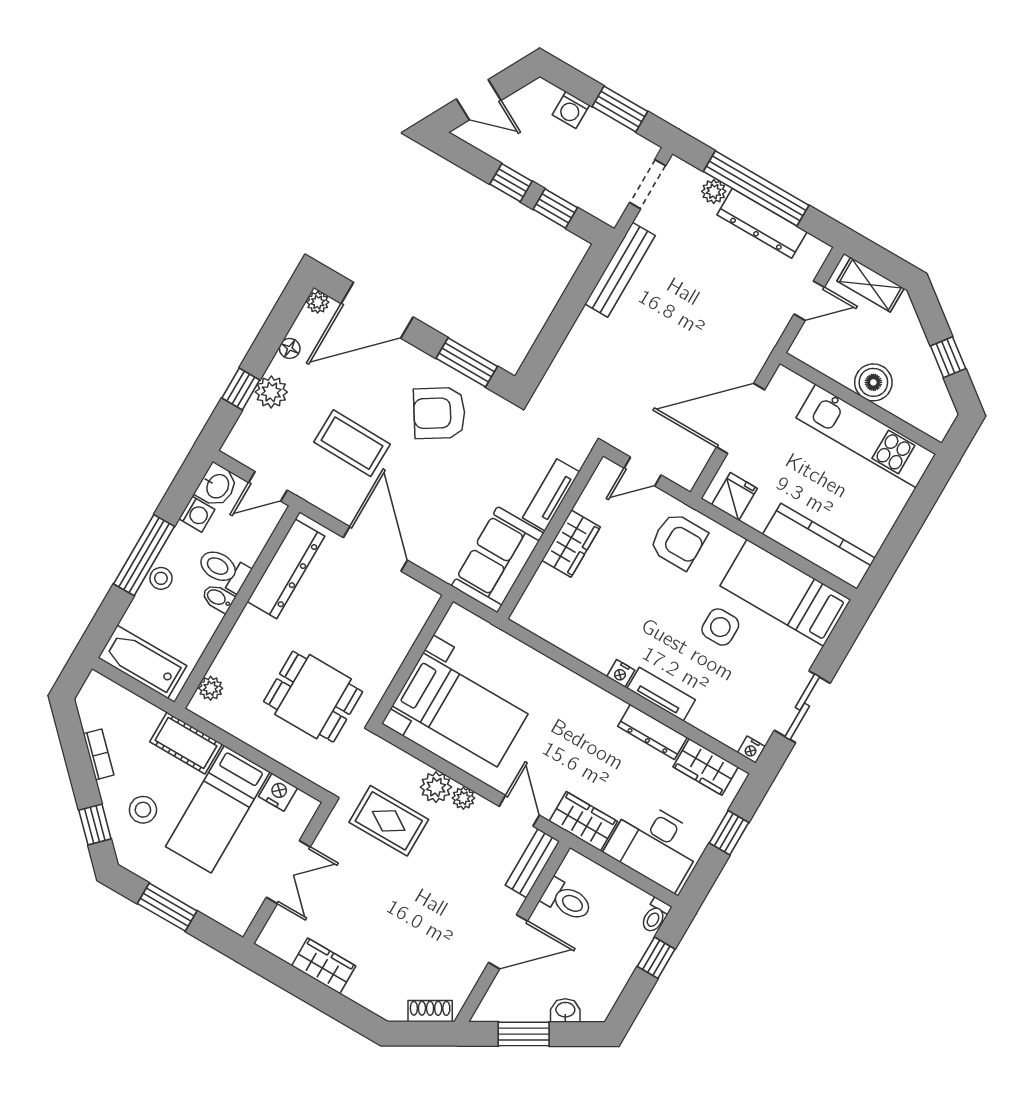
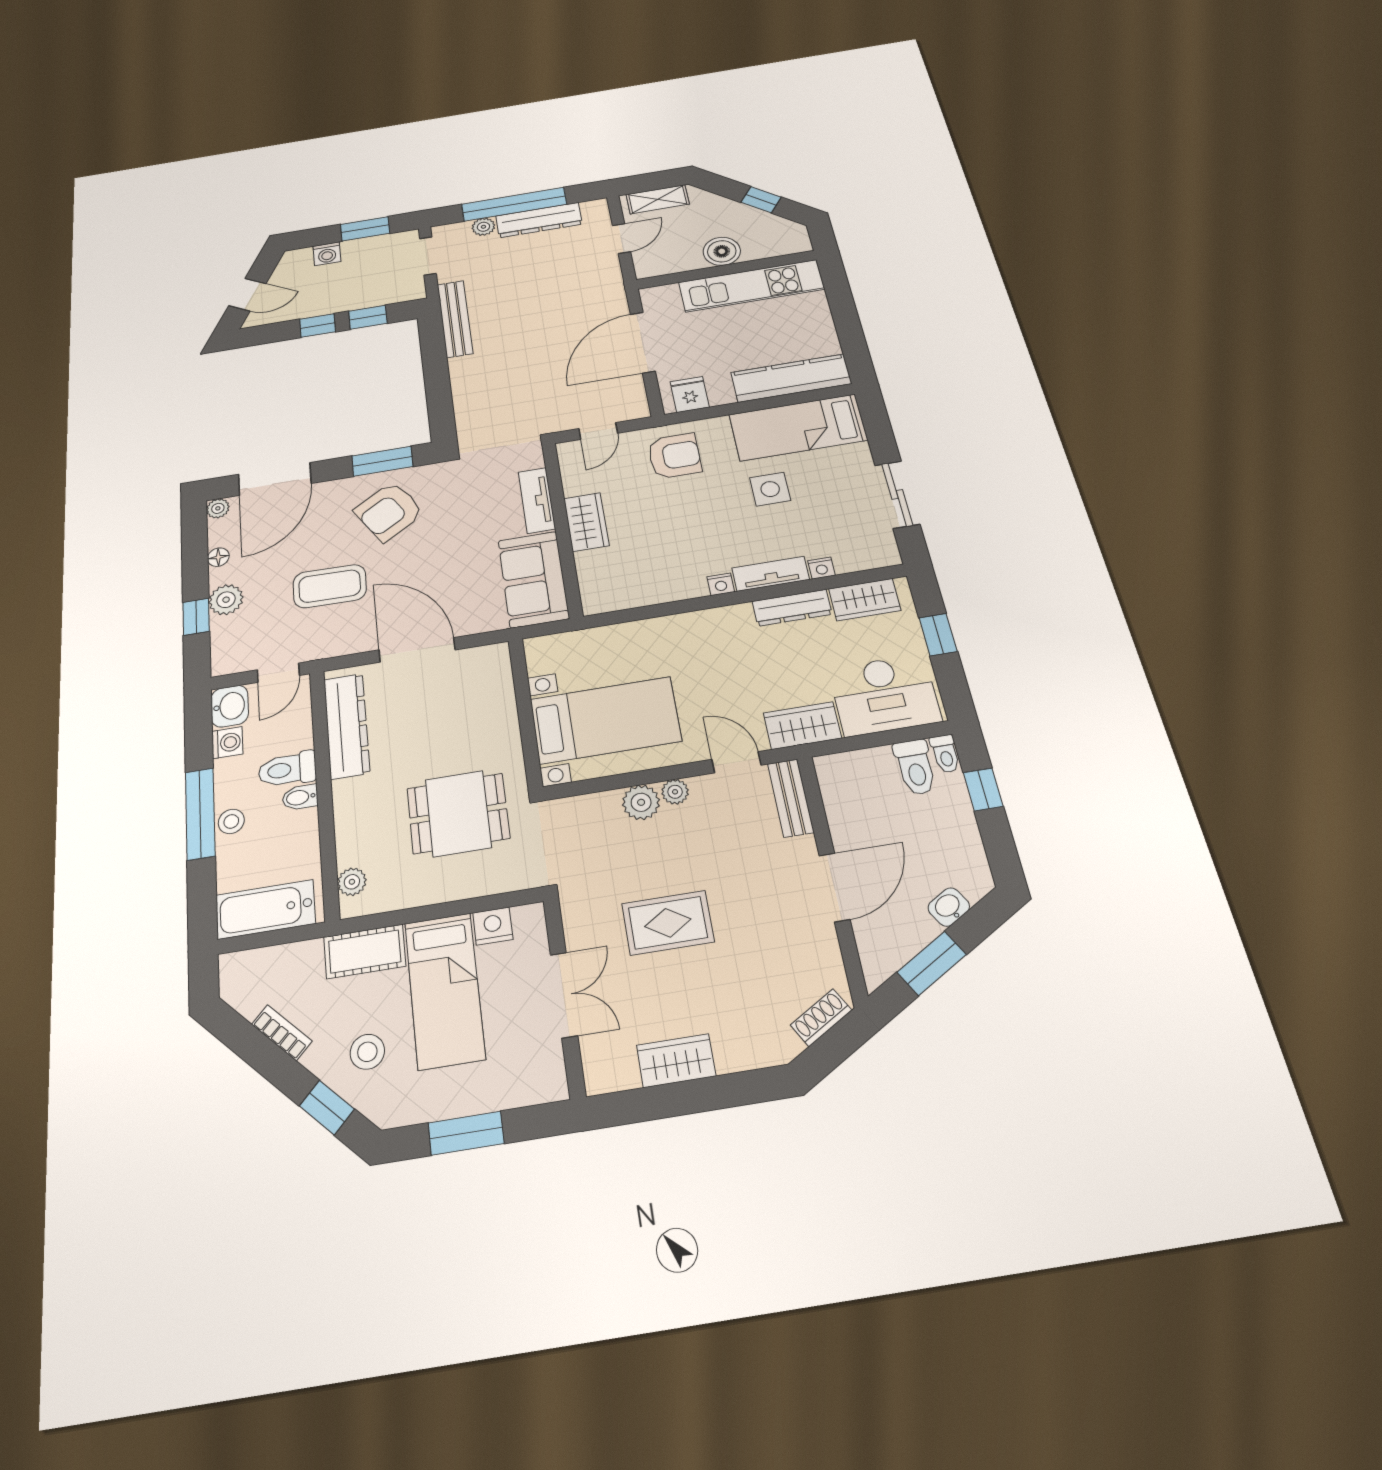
nightstand: (751, 750) -> (821, 568), moved
rug: (389, 821) -> (668, 923), moved
toilet: (567, 900) -> (915, 767), moved, turned 90

